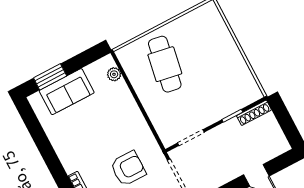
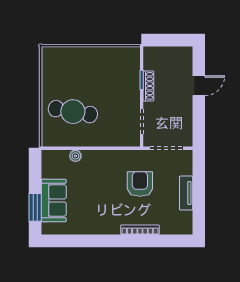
plant: (114, 74) -> (75, 156), moved
shoe rack: (254, 113) -> (148, 86), moved

